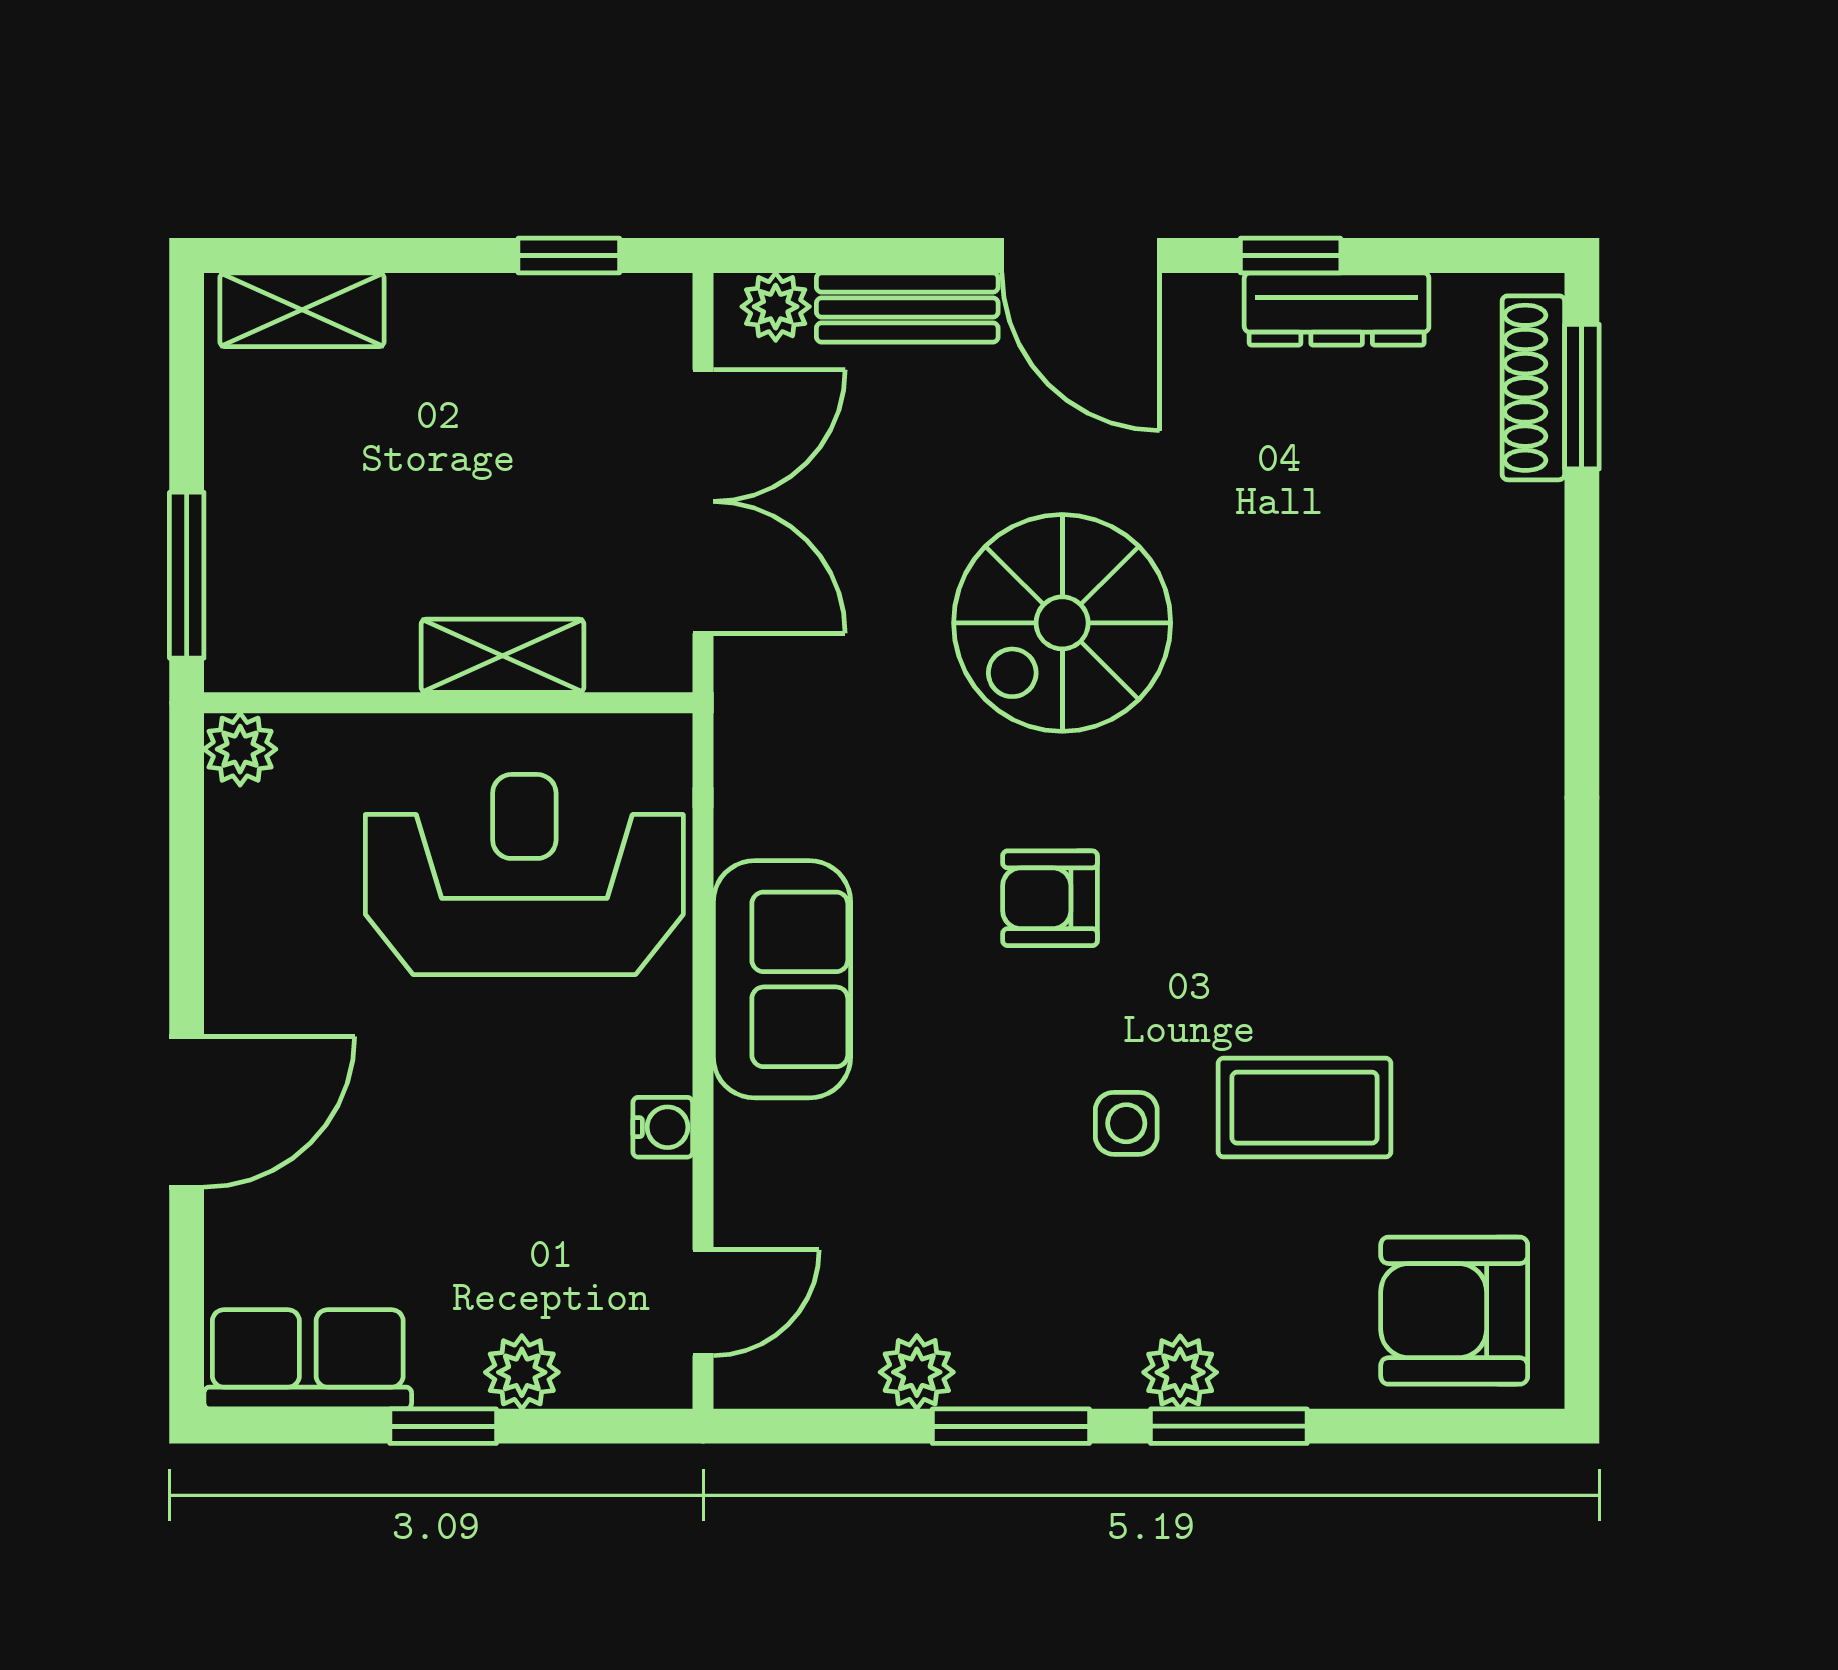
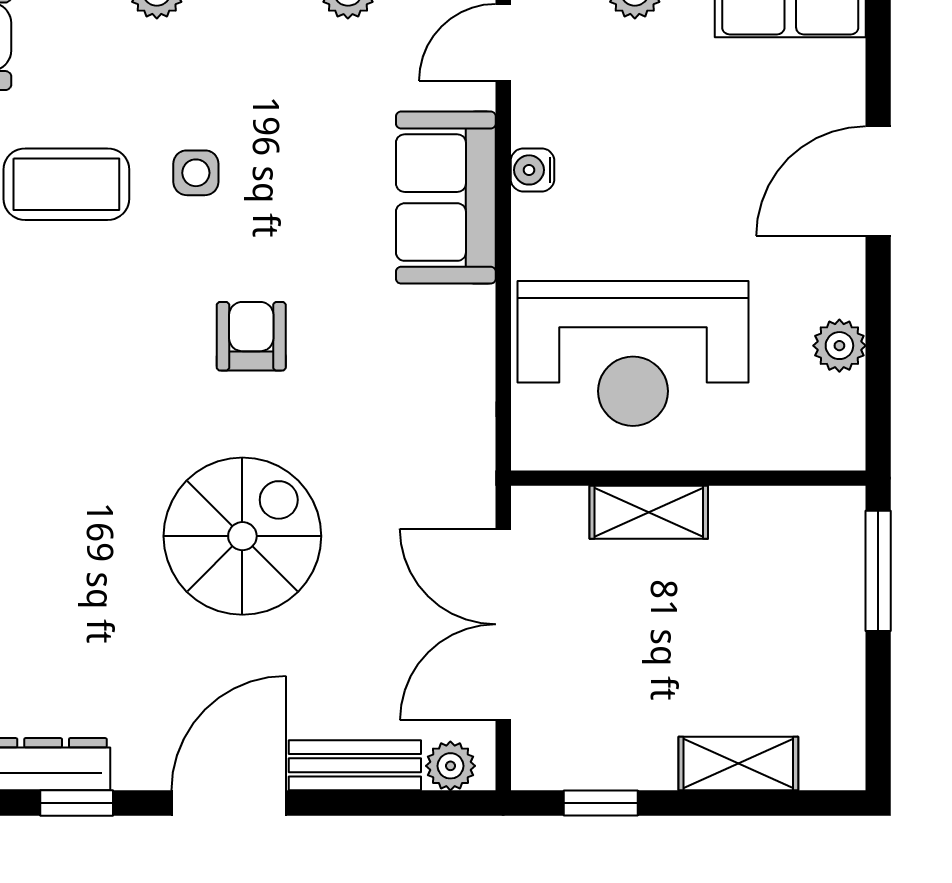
door: (1081, 256) -> (229, 803), hinge flipped
shelving: (302, 310) -> (738, 764), moved
plant: (240, 749) -> (839, 346), moved
armchair: (1050, 898) -> (251, 336), turned -90
sofa: (782, 979) -> (446, 198), moved

